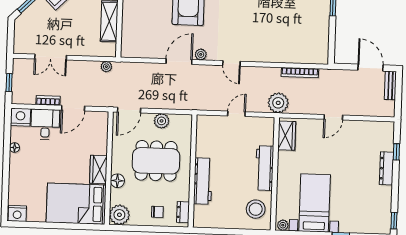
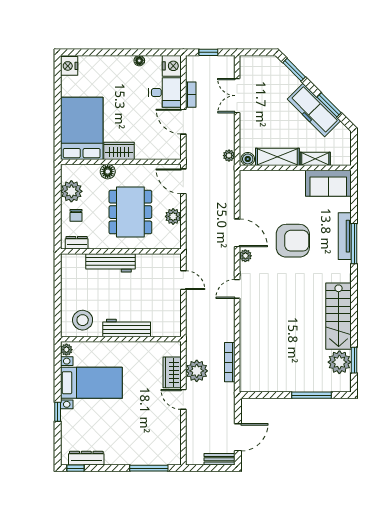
boiler: (110, 49) -> (248, 159), added
plant: (278, 103) -> (197, 371), moved
door: (236, 114) -> (183, 280), moved
wardrobe: (287, 136) -> (172, 372), moved, turned 90
window: (396, 152) -> (149, 468), width x2.17
dresser: (387, 168) -> (86, 458), moved
plant: (119, 215) -> (71, 191), moved

